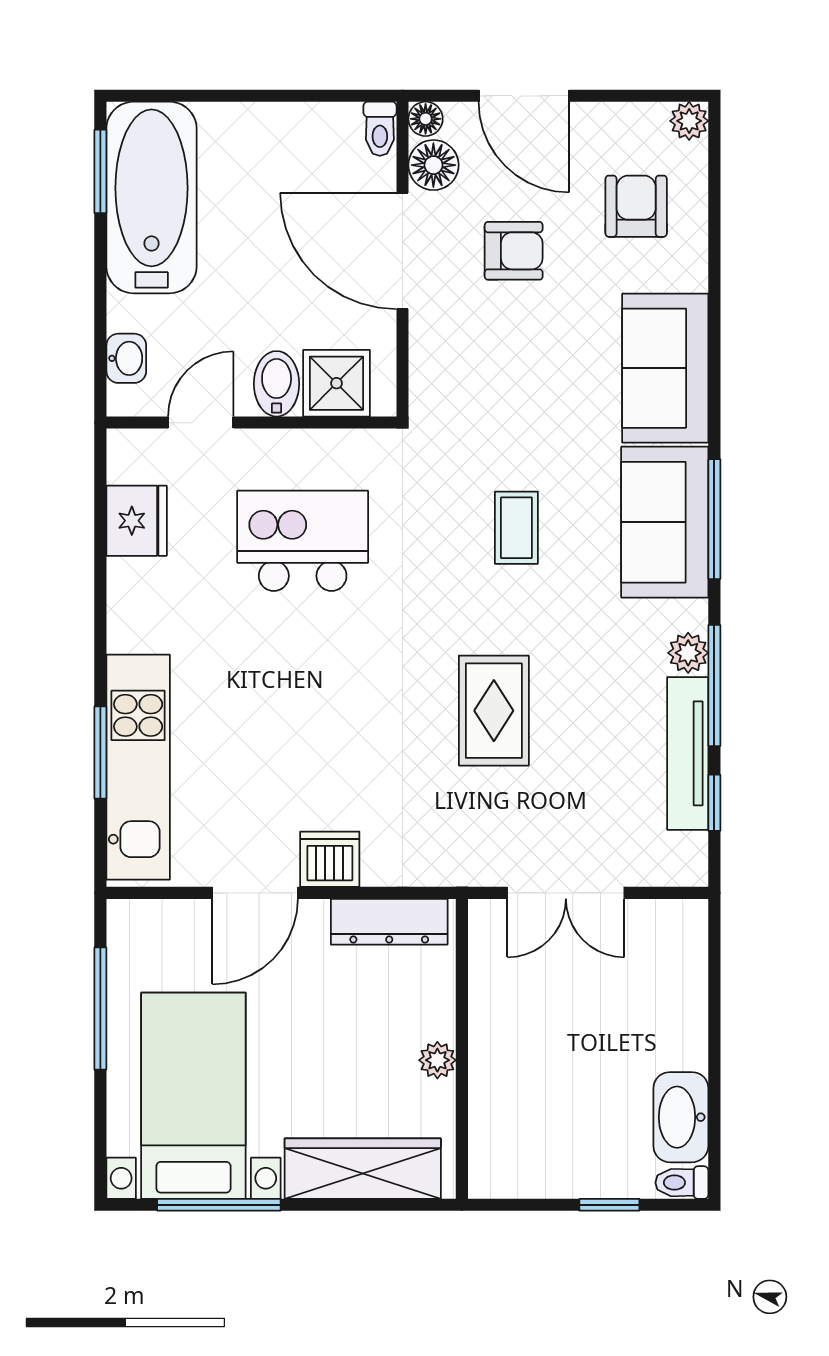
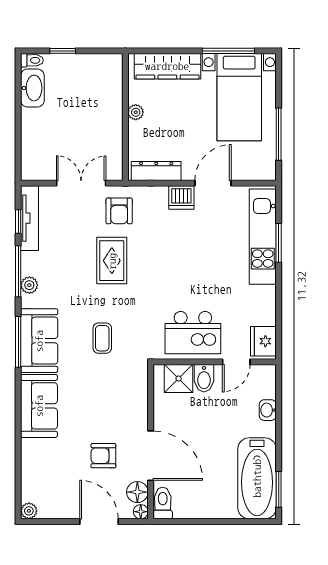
toilet: (380, 129) -> (163, 503), width x1.37, depth x1.39
armchair: (636, 206) -> (119, 211), moved
shower: (336, 383) -> (179, 379), moved
bidet: (277, 384) -> (204, 378), moved
door: (201, 423) -> (236, 362), moved
wall: (251, 423) -> (215, 362), moved
tv unit: (688, 753) -> (29, 218), moved

